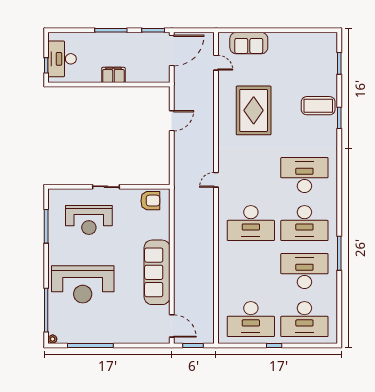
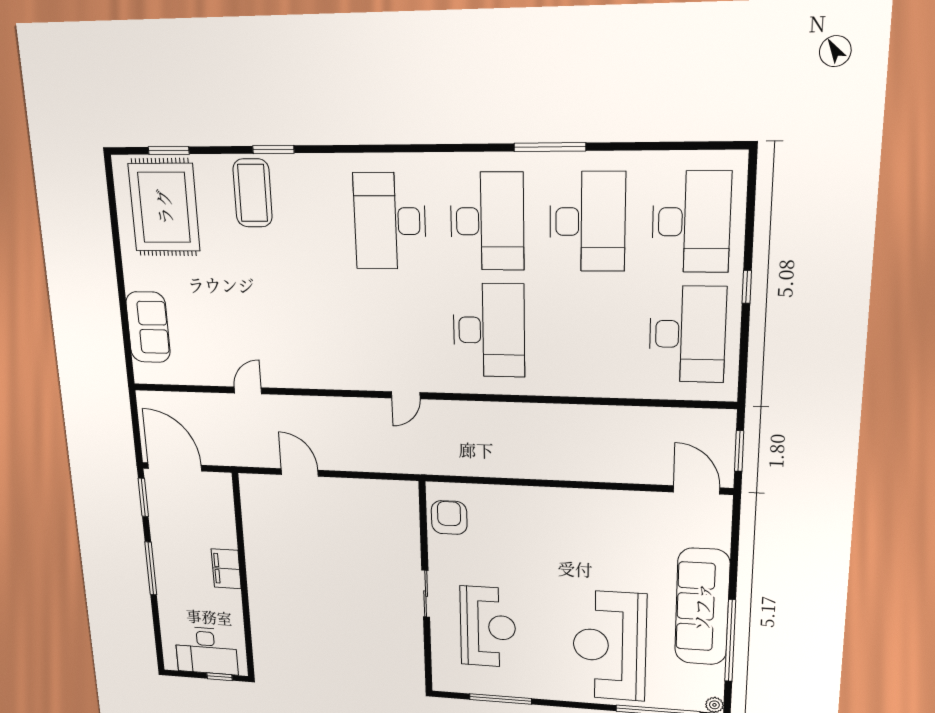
door: (216, 63) -> (248, 390), moved
rug: (254, 110) -> (164, 207), moved, turned 90
door: (216, 180) -> (406, 395), hinge flipped
desk: (304, 271) -> (587, 222), turned 180
sofa: (157, 272) -> (702, 607), moved, turned 90
reception desk: (83, 284) -> (610, 646), turned 180
door: (172, 326) -> (697, 490), hinge flipped

